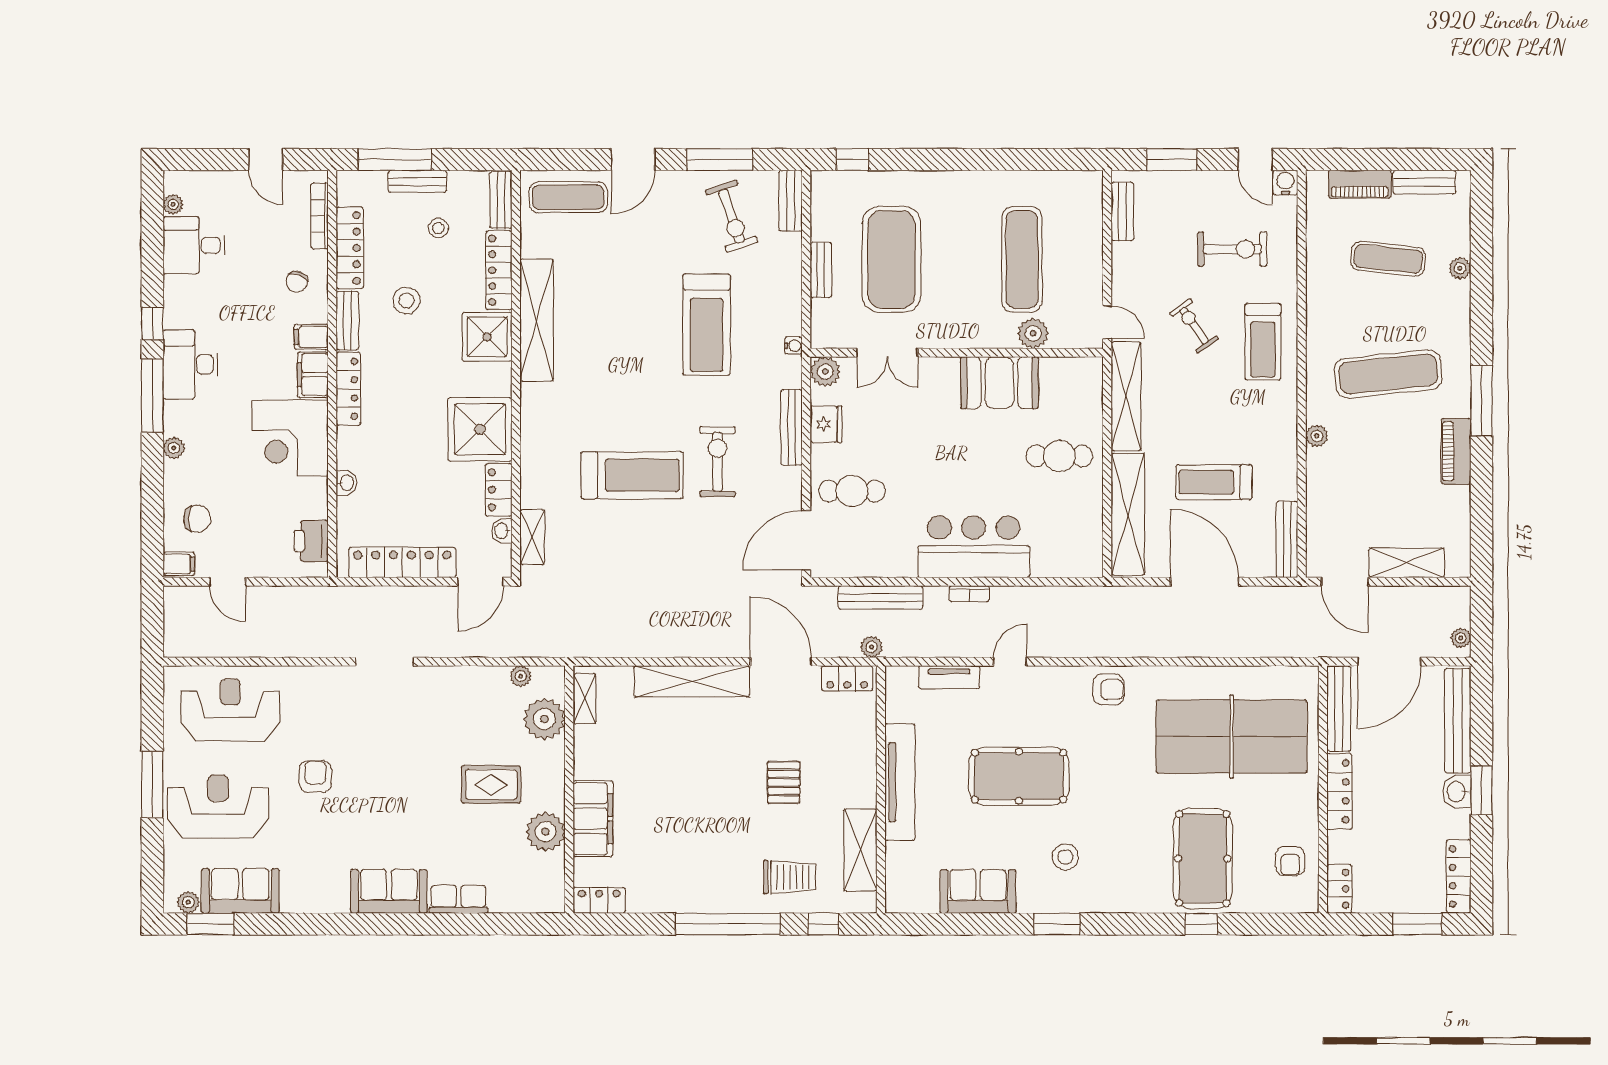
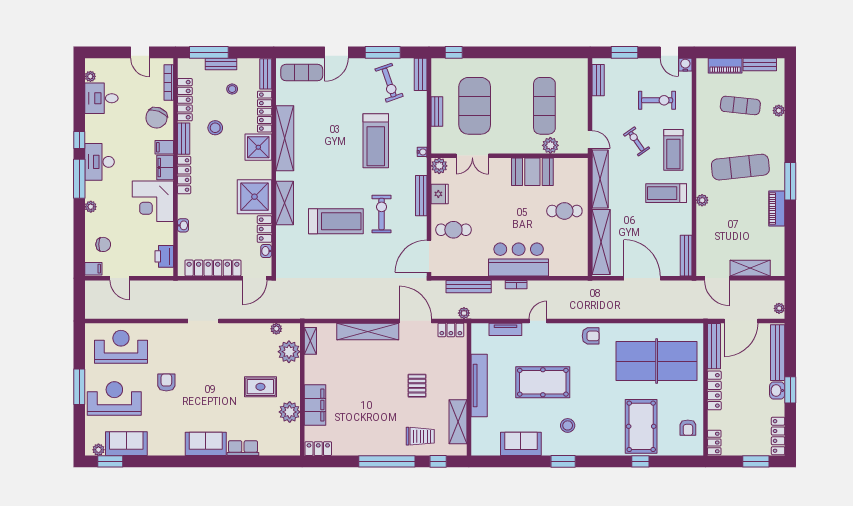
chair: (297, 282) -> (156, 118), width x1.87, depth x1.87
treadmill: (1214, 482) -> (666, 193), moved
shelving: (532, 537) -> (285, 203), moved, width x1.50, depth x1.33

